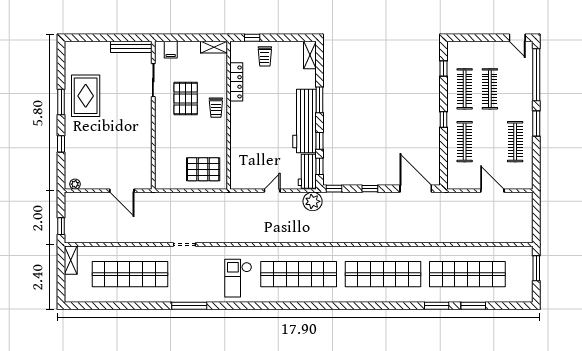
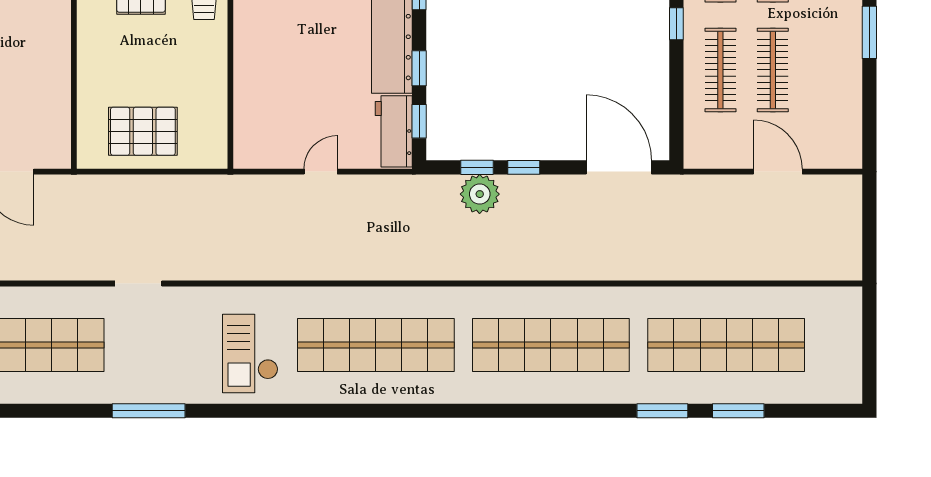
clothes rail: (515, 142) -> (773, 70), moved
pallet: (203, 169) -> (143, 131), moved
window: (334, 189) -> (477, 167), moved
plant: (313, 201) -> (480, 194), moved
window: (536, 268) -> (869, 333), removed

